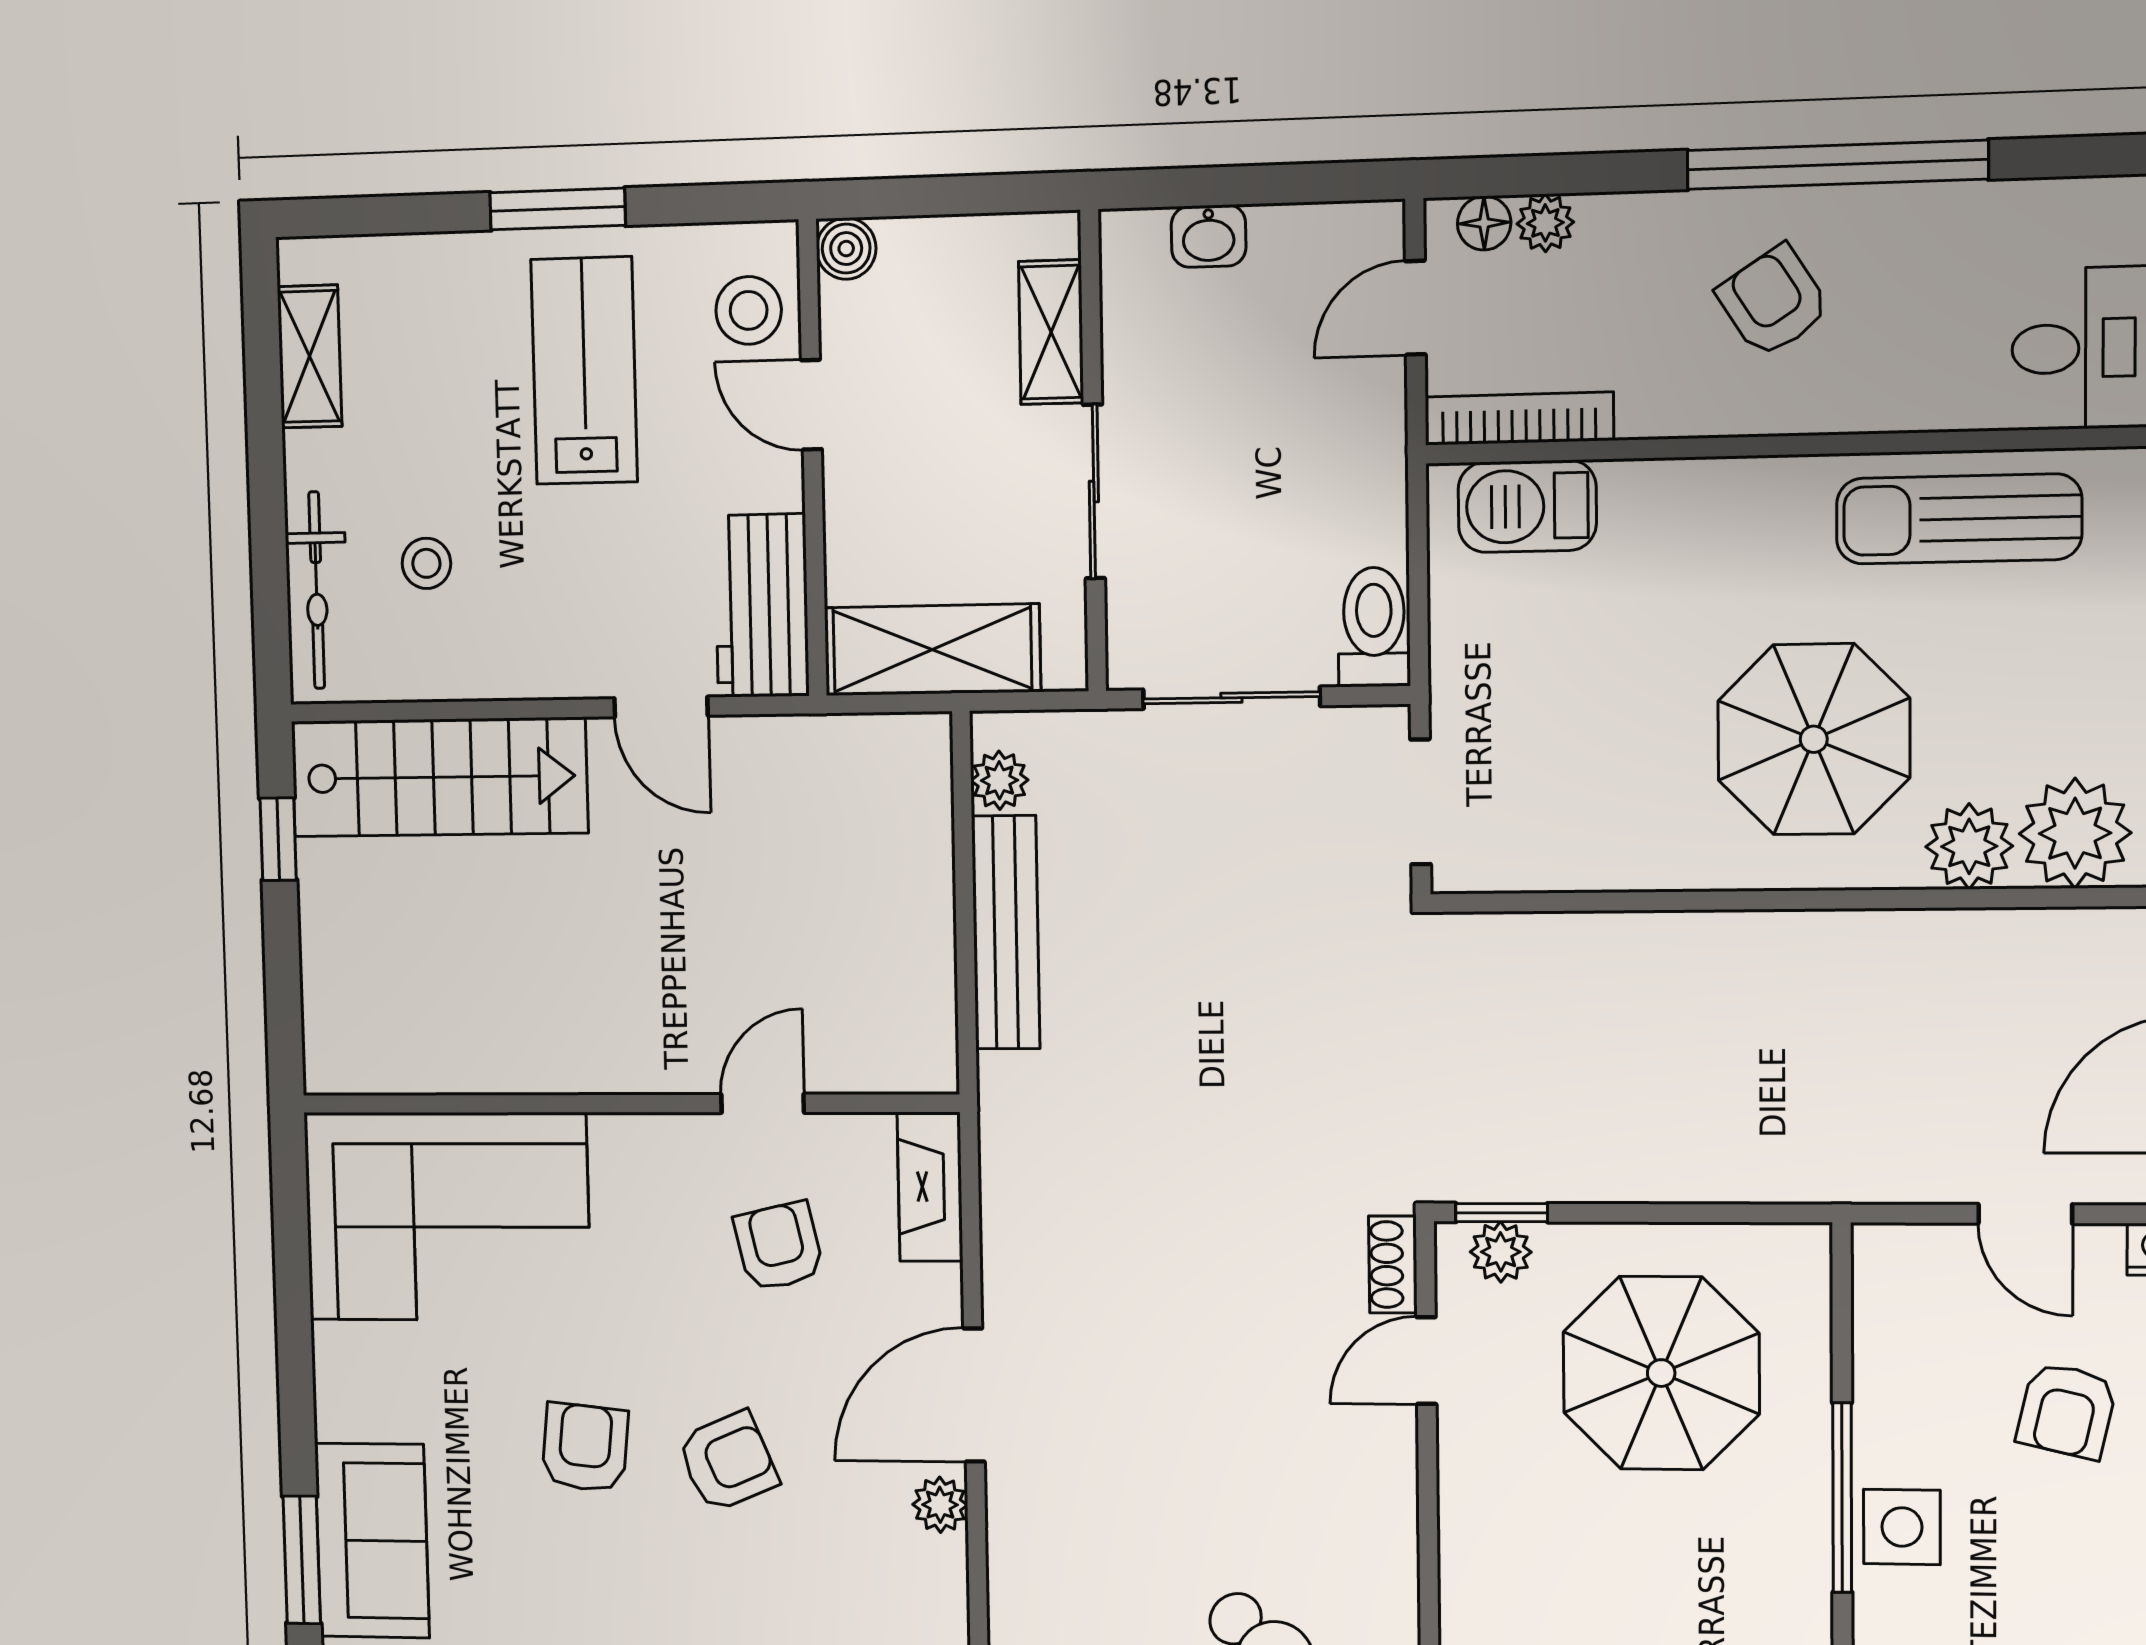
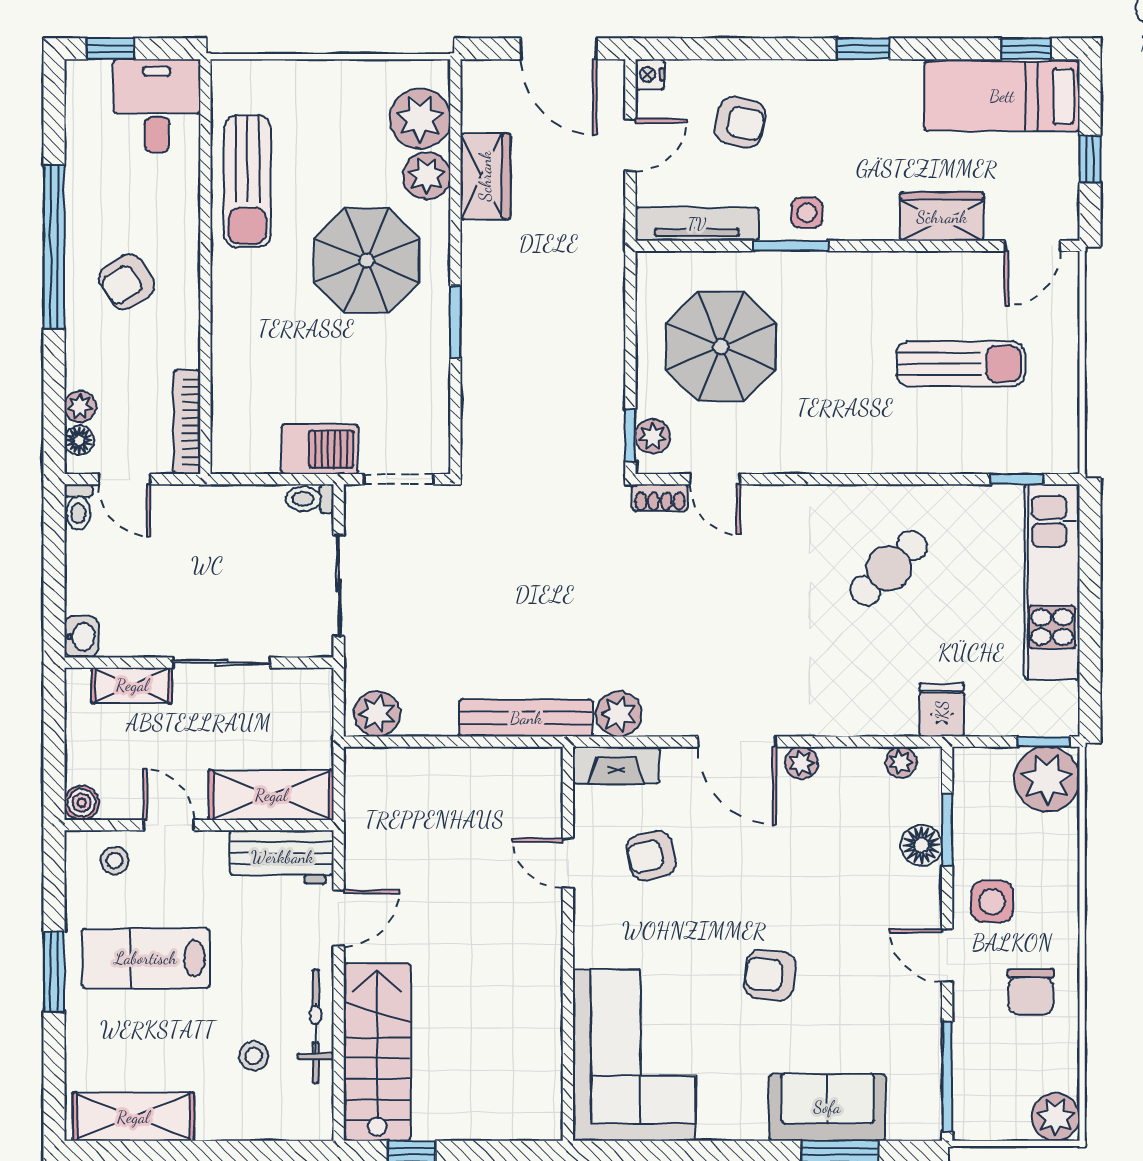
toilet: (1365, 226) -> (78, 507), added
washbasin: (1209, 236) -> (81, 637), moved
stool: (749, 310) -> (115, 861), width x0.73, depth x0.73
shelving: (310, 356) -> (133, 1117), width x1.50, depth x1.33
door: (811, 405) -> (169, 825), swing flipped
barbecue: (1527, 506) -> (320, 449), moved, turned -90
bicycle: (317, 590) -> (316, 1026), moved, turned -90
toilet: (1374, 627) -> (310, 499), width x0.73, depth x0.72
shelving: (932, 650) -> (271, 795), moved, turned 90
plant: (999, 780) -> (377, 714), width x1.38, depth x1.38
window: (1703, 901) -> (455, 322), added
bench: (1006, 932) -> (526, 718), moved
wardrobe: (1968, 953) -> (485, 176), added
plant: (1018, 1191) -> (619, 714), added
tv unit: (1881, 1332) -> (697, 224), added
armchair: (728, 1462) -> (778, 889), removed
window: (1842, 1498) -> (791, 246), width x0.69
side table: (1902, 1527) -> (807, 213), width x0.73, depth x0.73

